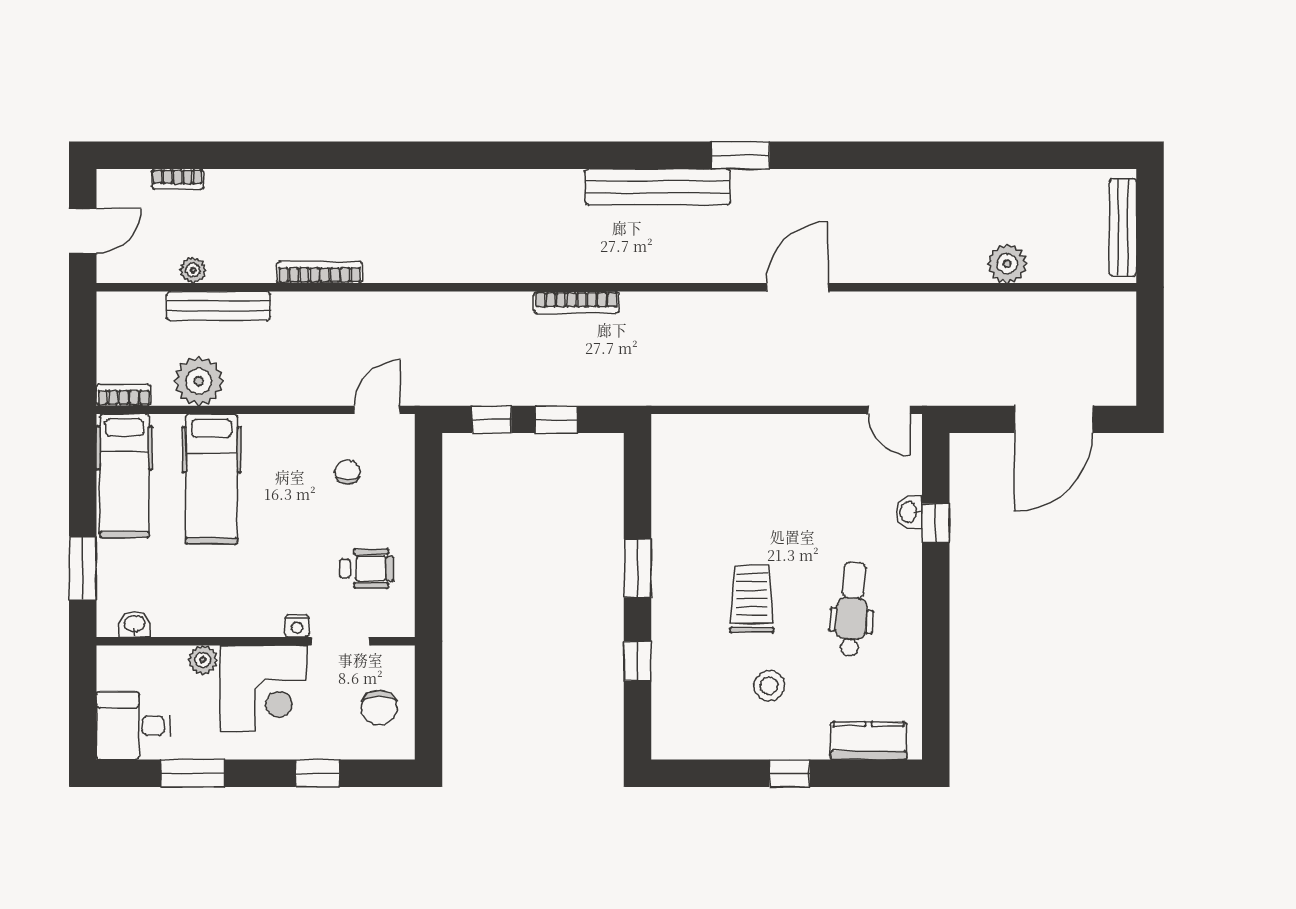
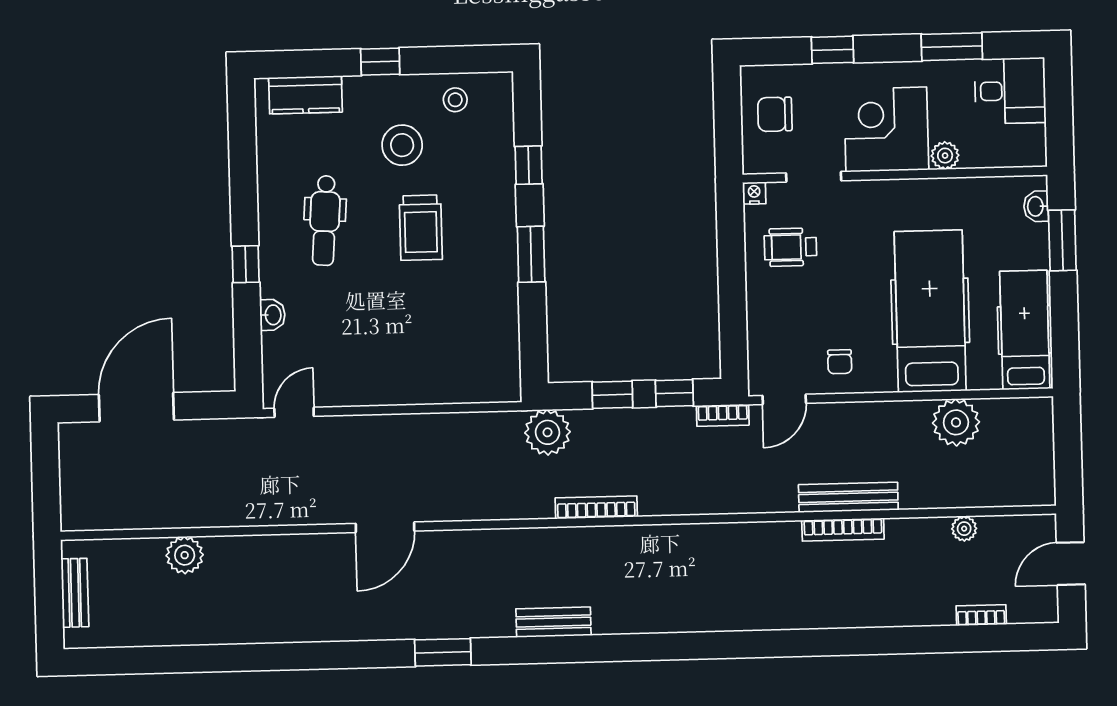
bench: (658, 187) -> (553, 622), width x0.54, depth x0.82
bench: (1123, 227) -> (75, 593), width x0.73
bench: (219, 306) -> (848, 497), moved
plant: (625, 382) -> (547, 432), added
bookcase: (124, 395) -> (723, 415), moved
door: (889, 410) -> (294, 412), hinge flipped
chair: (347, 472) -> (840, 362), moved
hospital bed: (212, 479) -> (930, 311), width x1.37, depth x1.29
window: (936, 523) -> (246, 264), moved
washbasin: (135, 624) -> (1036, 206), moved, turned 90
nightstand: (297, 626) -> (754, 193), moved
stool: (769, 686) -> (402, 145), width x1.38, depth x1.38
chair: (379, 708) -> (775, 114), turned -90
stool: (712, 731) -> (455, 100), added

